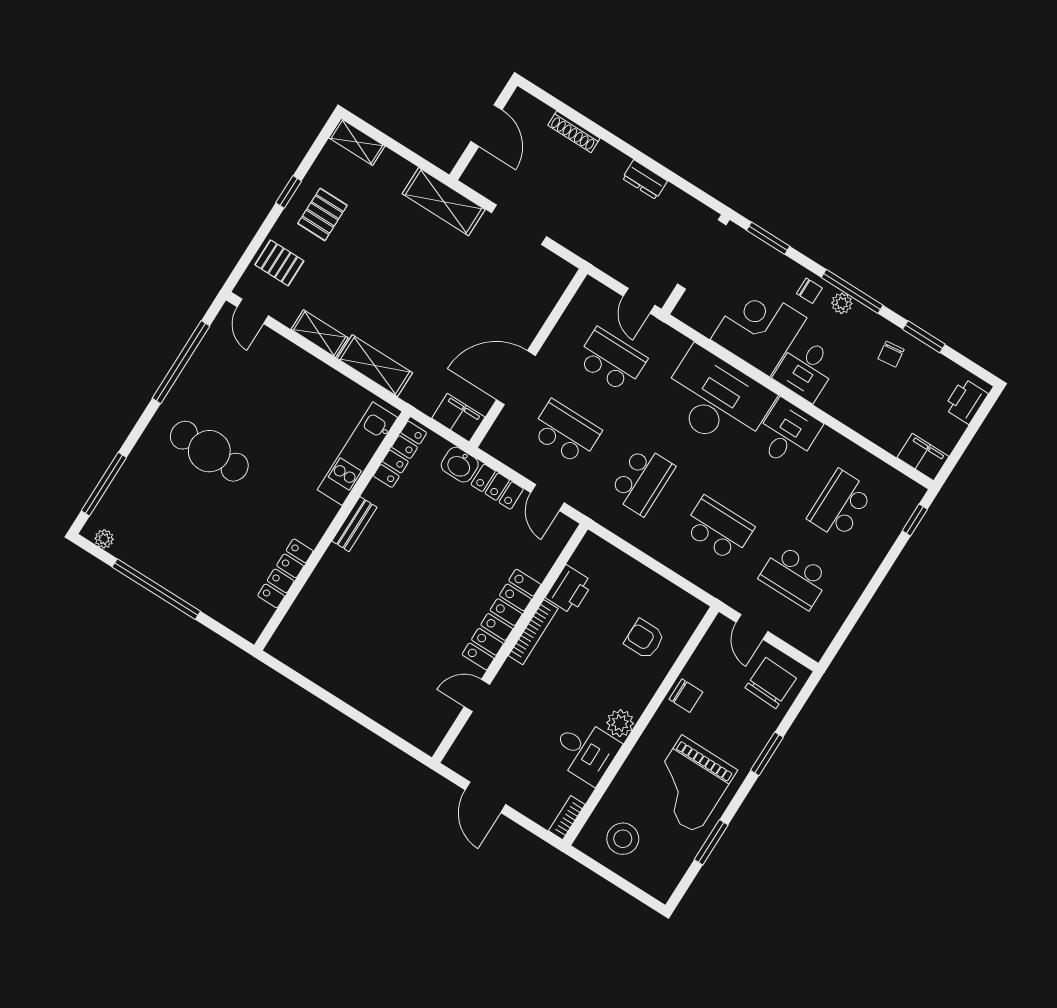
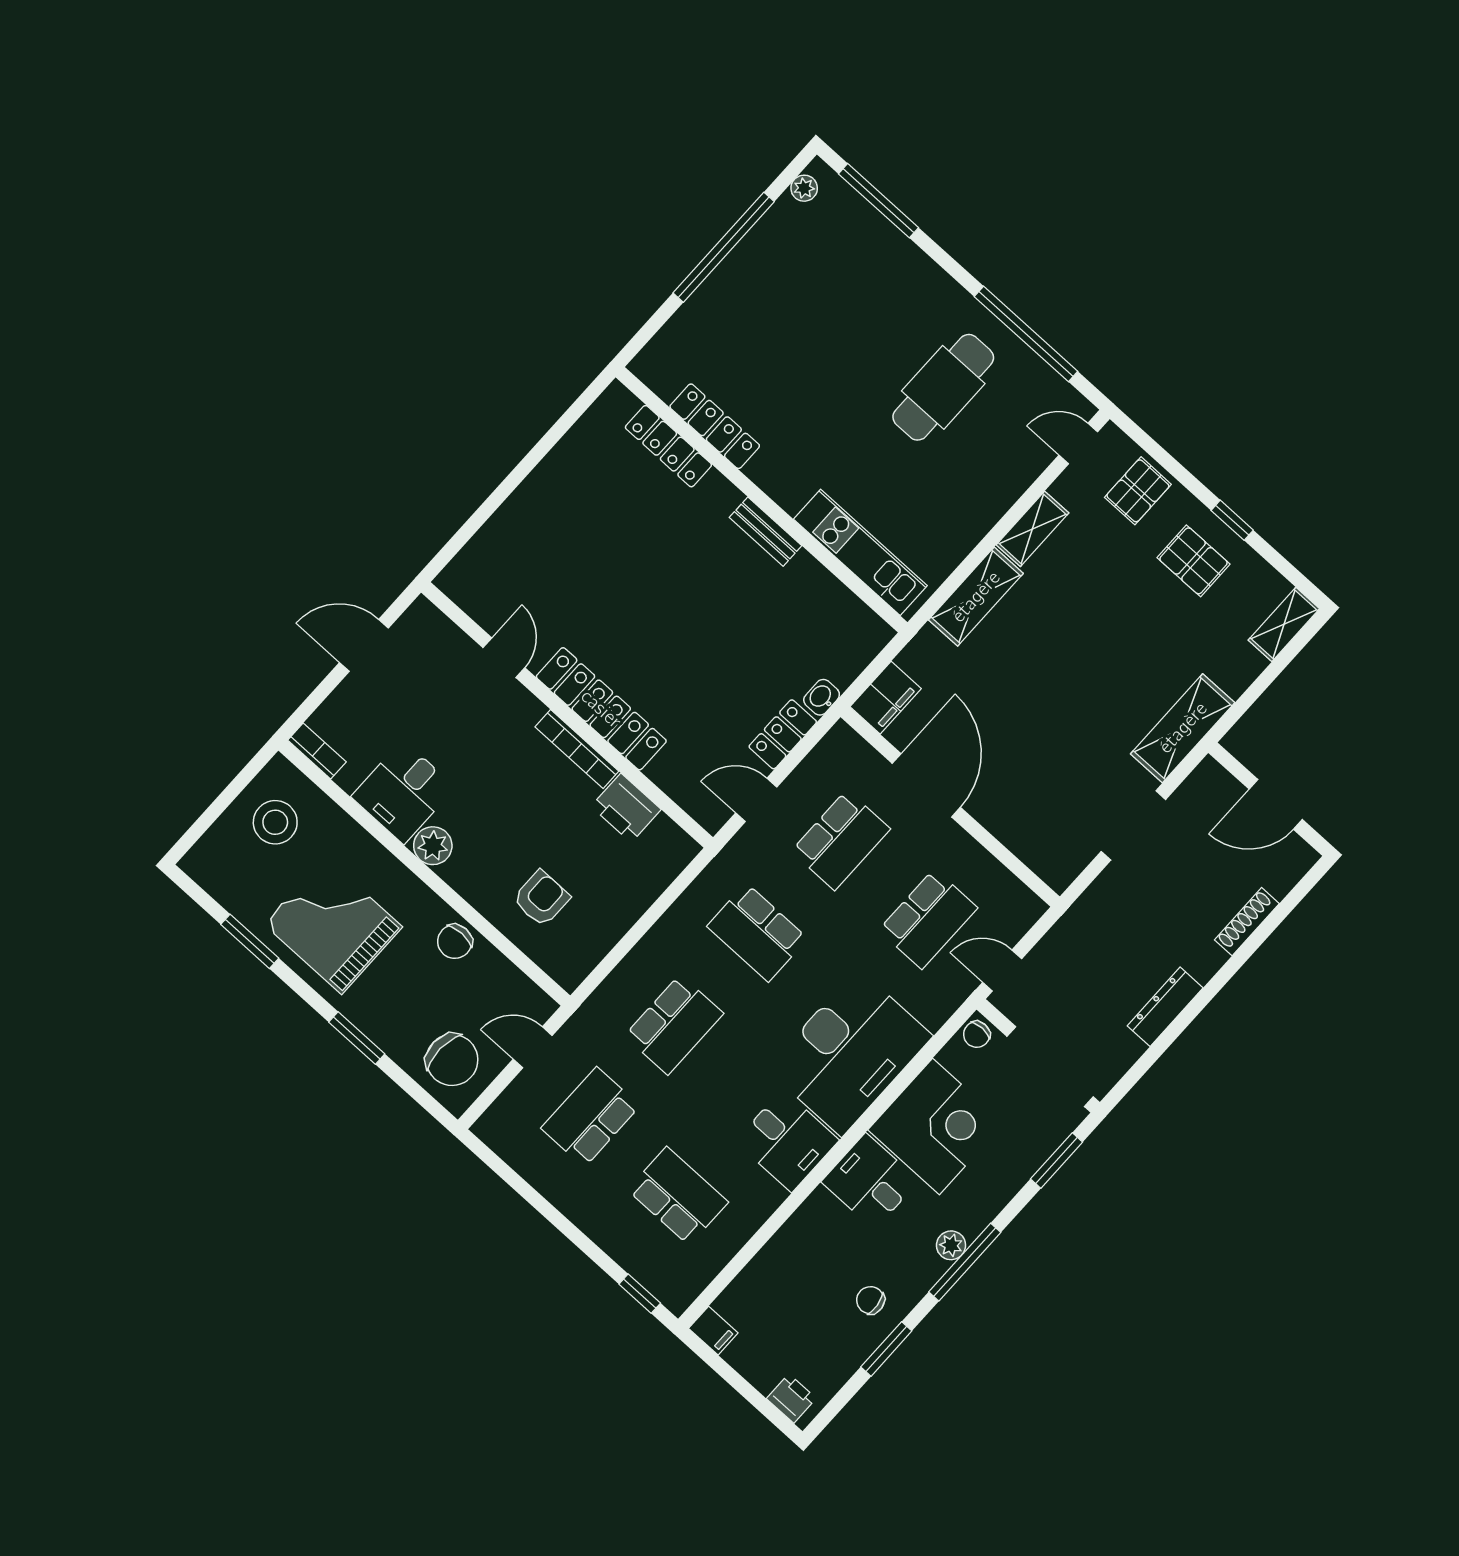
dresser: (645, 180) -> (1165, 1007), width x1.44
chair: (809, 291) -> (977, 1034), moved
printer: (966, 401) -> (791, 1398), width x0.73, depth x0.81
cafe table: (209, 451) -> (943, 387), moved
locker: (400, 454) -> (668, 446), moved
filing cabinet: (923, 457) -> (713, 1331), width x0.50
washbasin: (460, 465) -> (822, 697), width x0.72, depth x0.69

